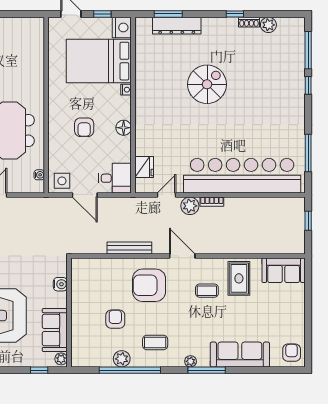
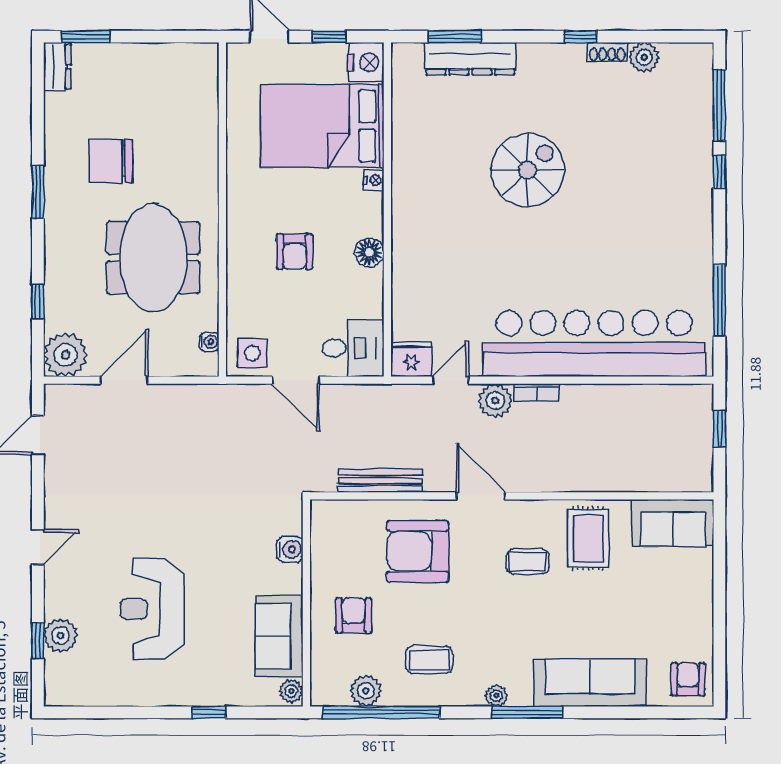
fridge: (144, 167) -> (411, 359), moved, turned -90
water cooler: (60, 284) -> (290, 549), moved
wall: (69, 312) -> (306, 603), moved
sofa: (55, 330) -> (279, 636), moved
plant: (61, 359) -> (291, 691), moved

